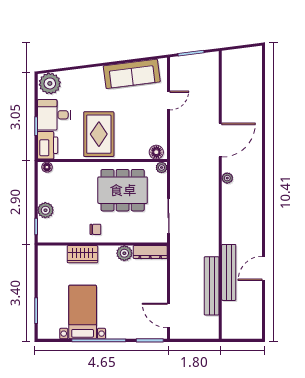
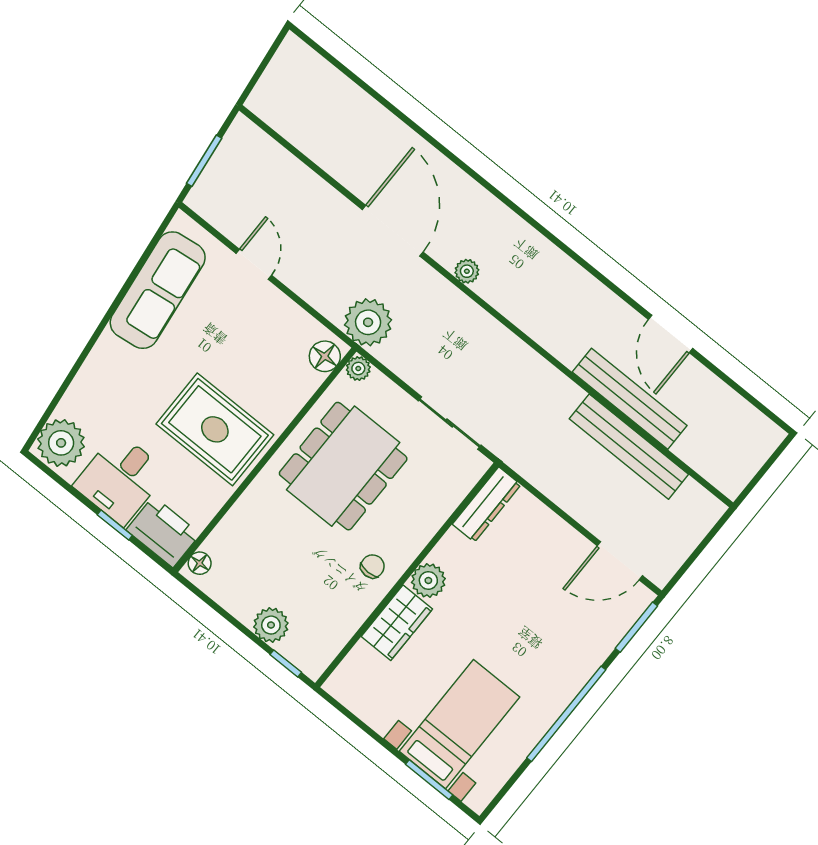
plant: (181, 158) -> (368, 322), added
plant: (124, 253) -> (428, 580), moved
bed with nightstands: (83, 312) -> (460, 724), moved, turned 90

